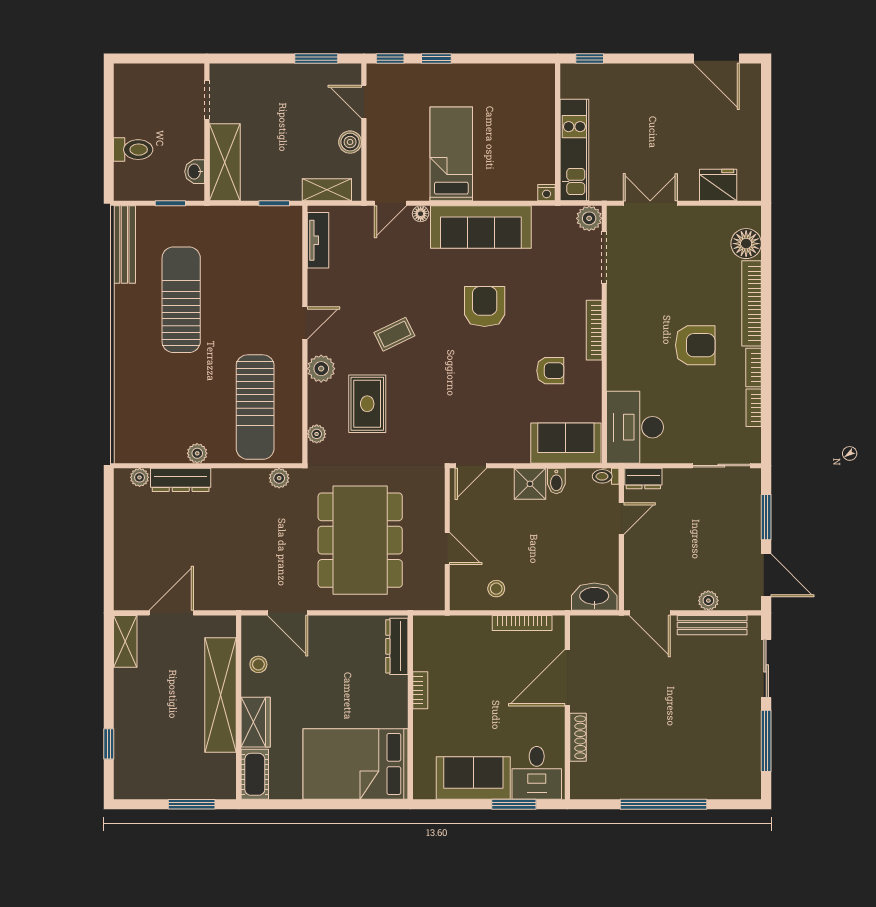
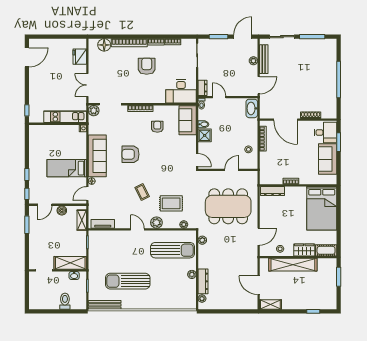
door: (391, 203) -> (87, 194), swing flipped

